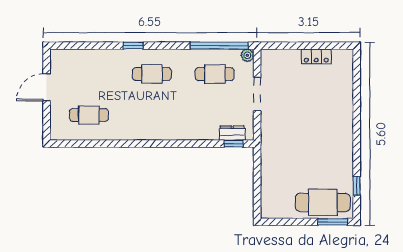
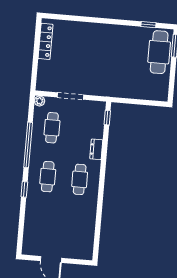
window: (219, 46) -> (28, 145), moved
locker: (316, 56) -> (45, 41), width x1.53
cafe table: (89, 115) -> (80, 179), moved
dresser: (232, 133) -> (96, 149), moved

